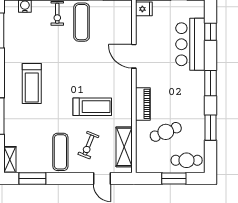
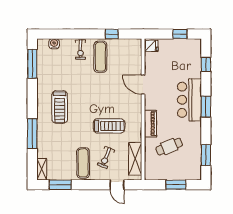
bar counter: (190, 44) -> (189, 100), moved
window: (211, 128) -> (206, 155), moved
cafe table: (187, 160) -> (186, 170), removed

